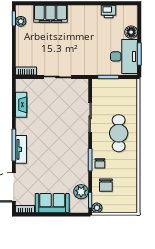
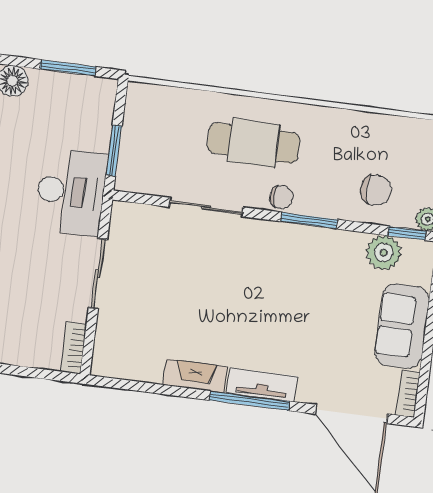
desk: (124, 56) -> (71, 191), moved, turned 90
fireplace: (21, 105) -> (195, 376), moved
chair: (100, 163) -> (281, 197), moved

